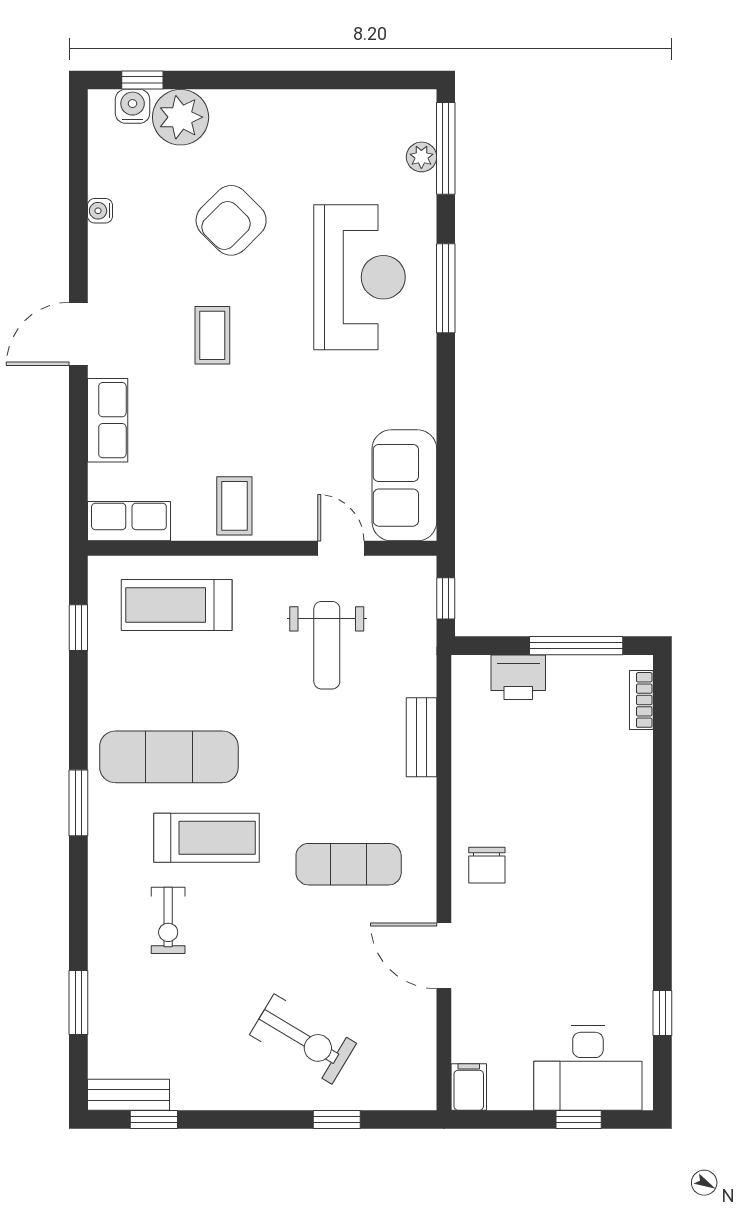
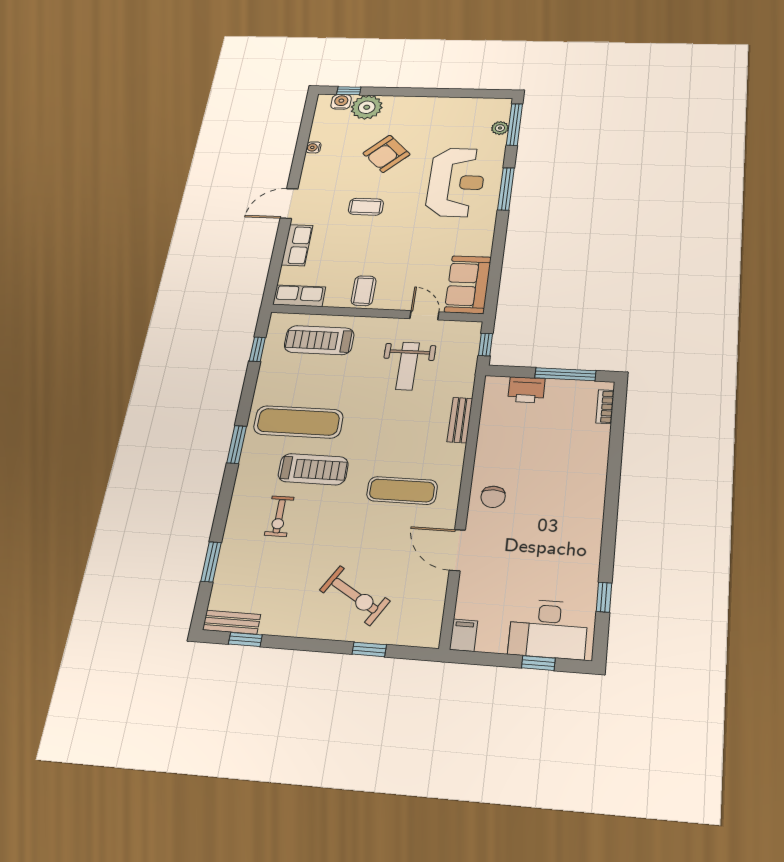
coffee table: (212, 335) -> (366, 207), turned 90

